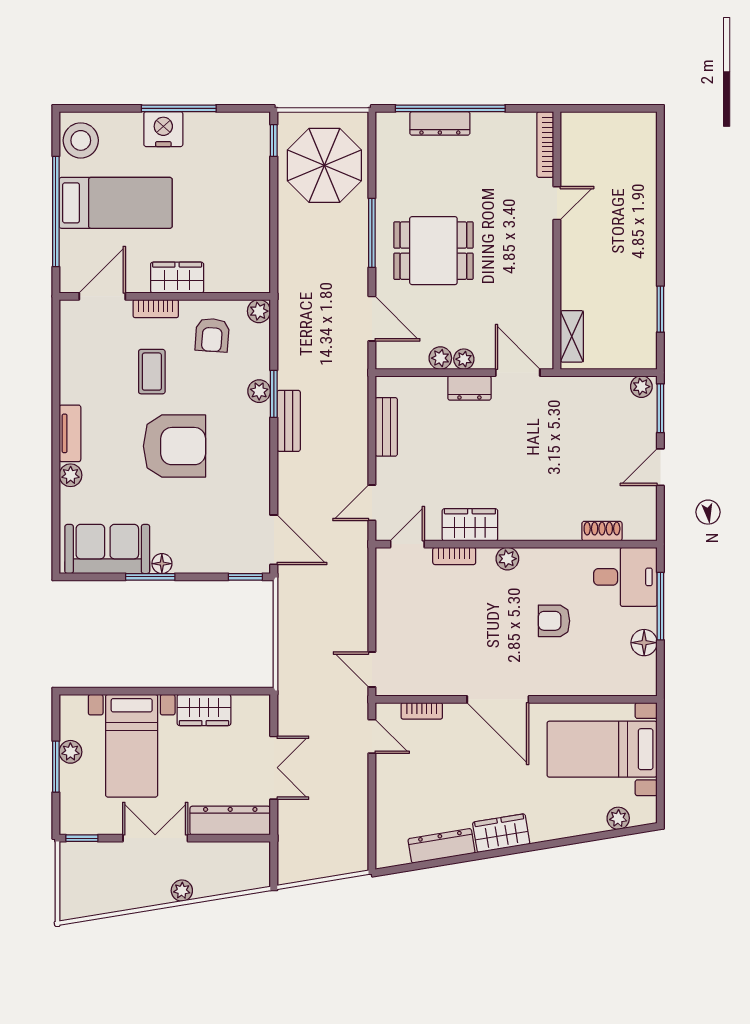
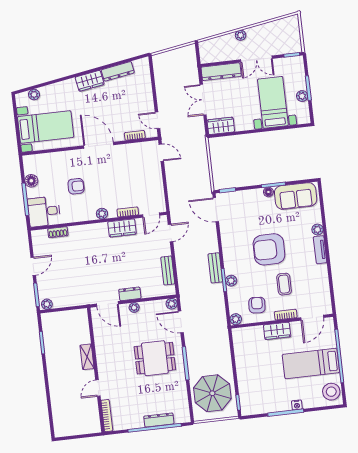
nightstand: (163, 129) -> (297, 405), width x0.53, depth x0.56
shelving: (572, 336) -> (87, 357), moved
plant: (440, 358) -> (172, 304), moved
wardrobe: (204, 710) -> (221, 126), moved

